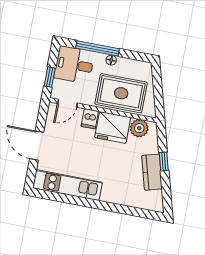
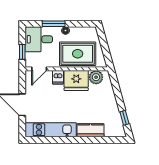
window: (97, 48) -> (54, 24), width x0.69
window: (164, 161) -> (124, 118), moved
kitchen counter: (152, 172) -> (91, 130), moved, turned 106

